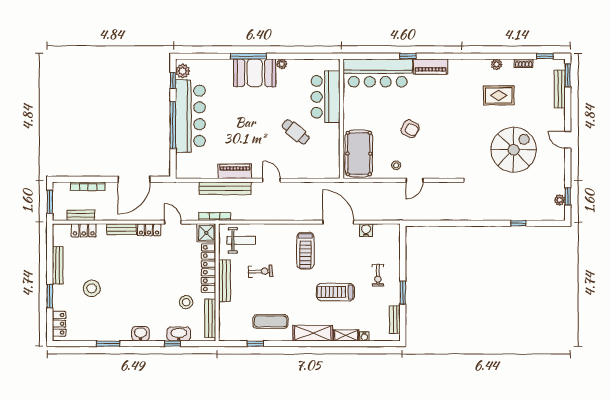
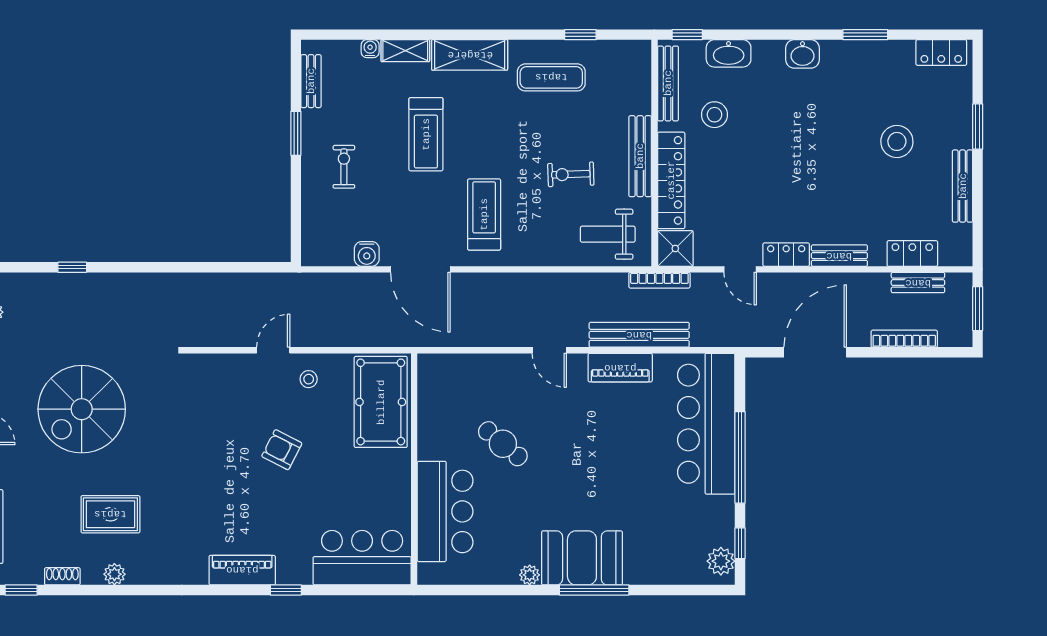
bar counter: (378, 73) -> (362, 558), width x0.73
bar counter: (190, 116) -> (706, 424), moved
treadmill: (335, 292) -> (426, 134), turned 90
locker: (59, 324) -> (941, 52), moved, turned -90
window: (172, 344) -> (687, 35), moved

